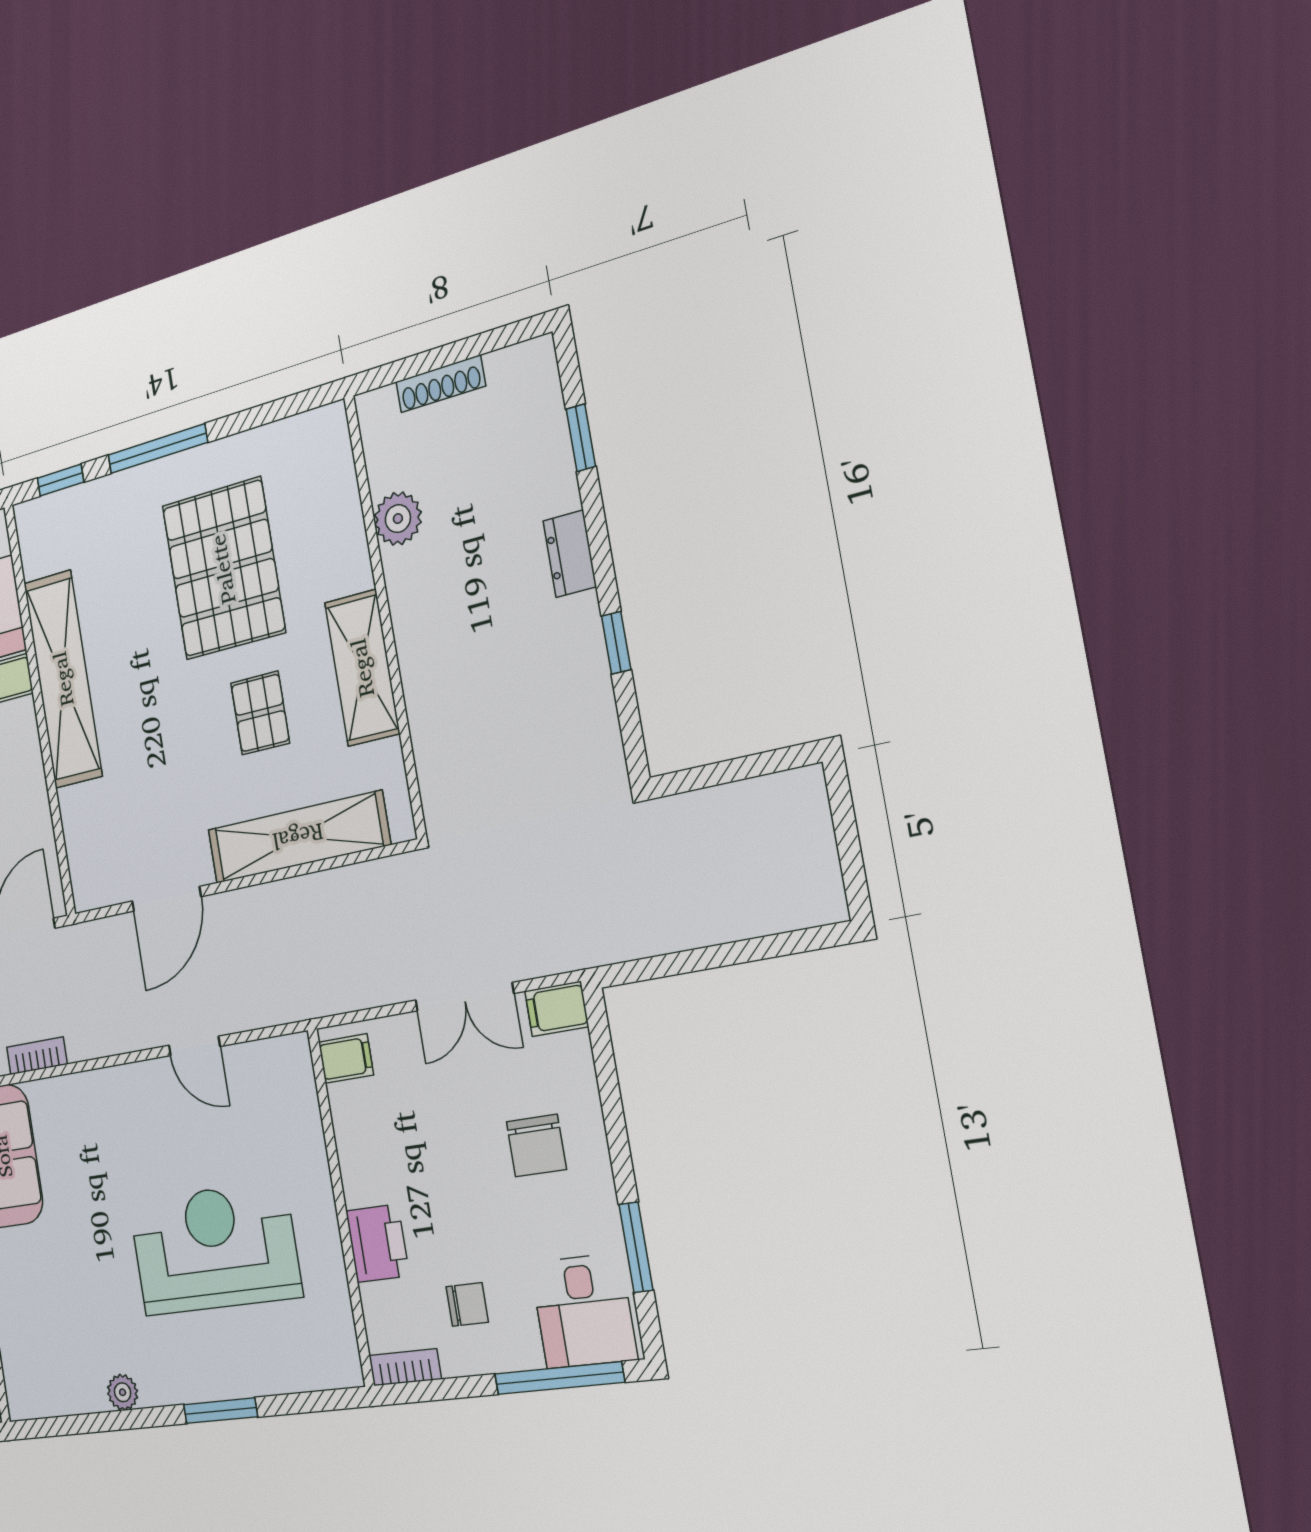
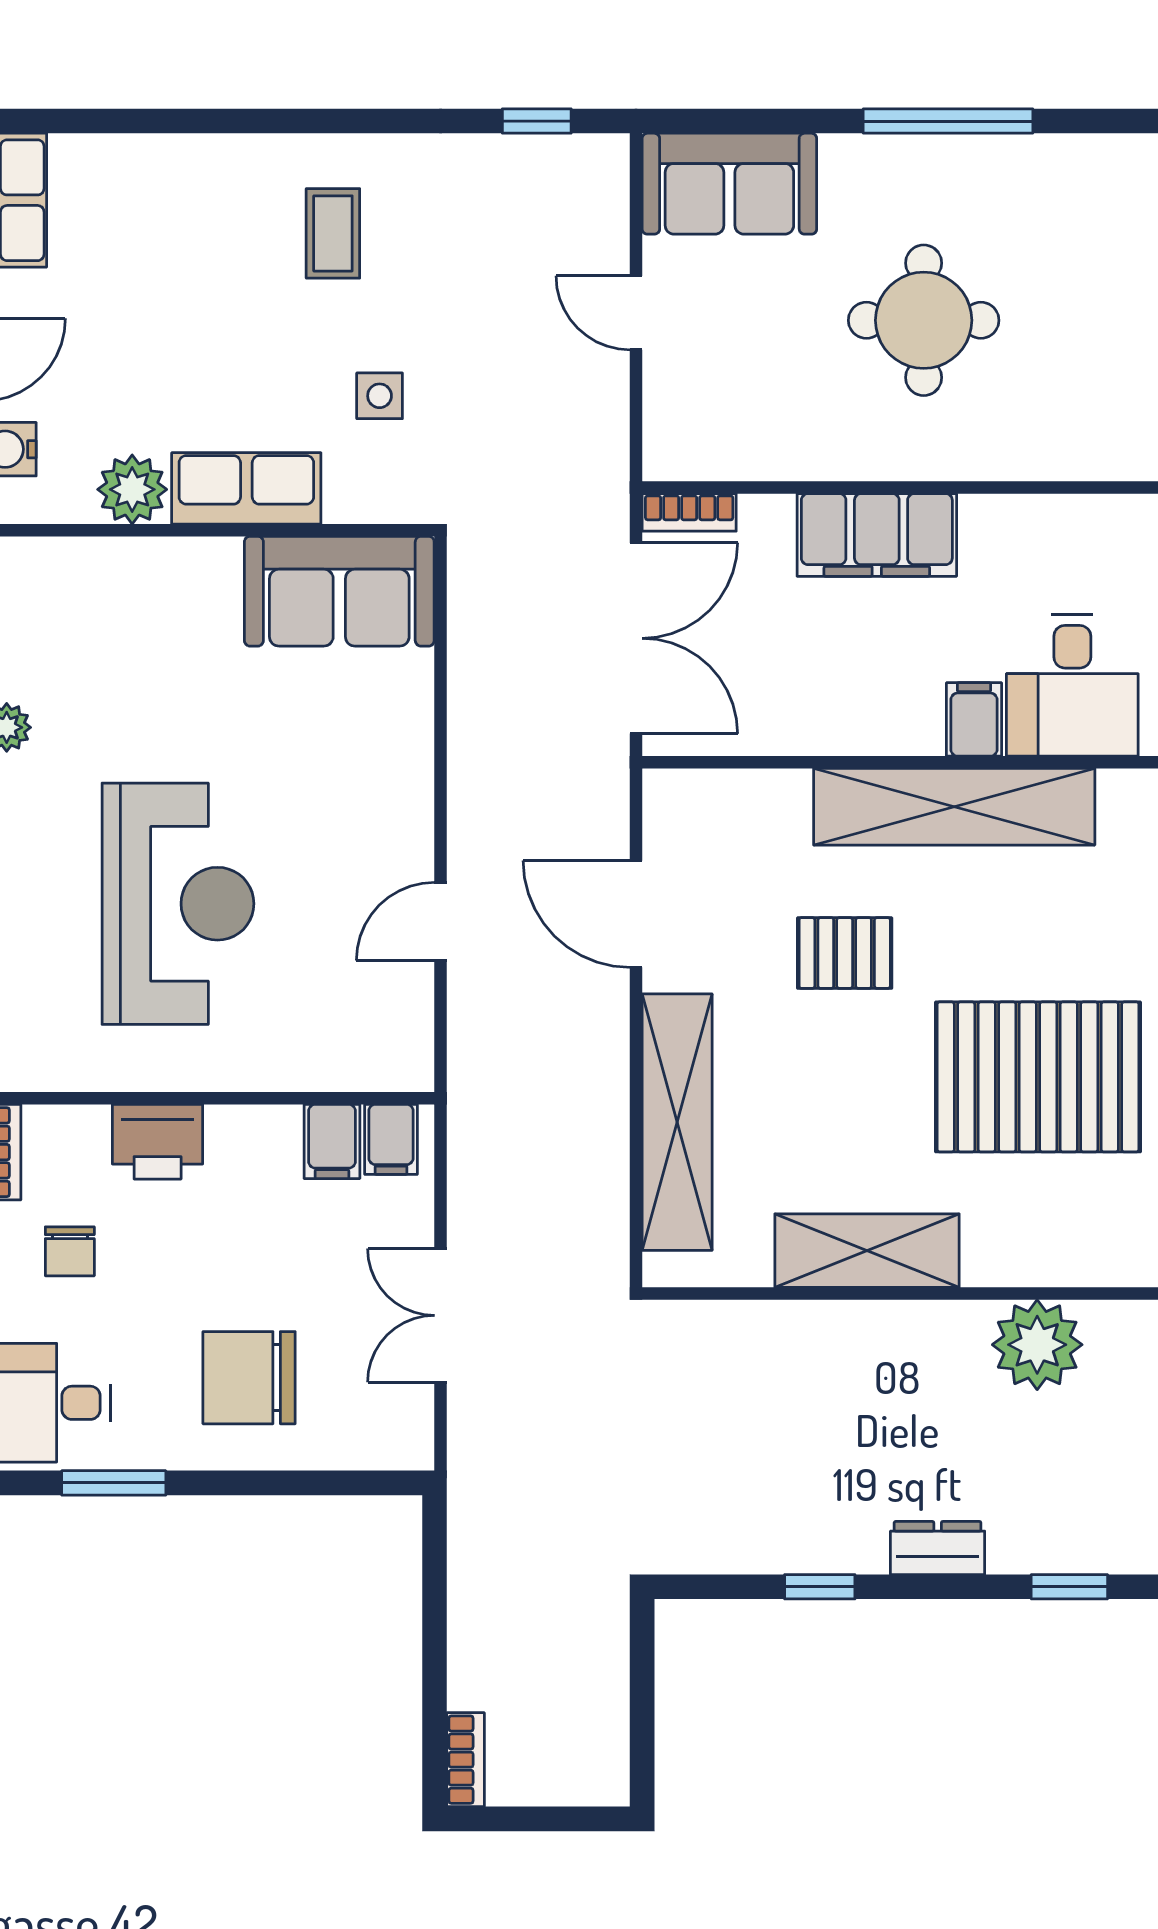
plant: (398, 519) -> (1037, 1345), width x1.36, depth x1.36
pallet: (260, 713) -> (845, 953), moved
filing cabinet: (557, 1009) -> (332, 1141), moved, turned 180
bookcase: (37, 1056) -> (465, 1760), moved
chair: (536, 1145) -> (249, 1378), width x1.37, depth x1.37

